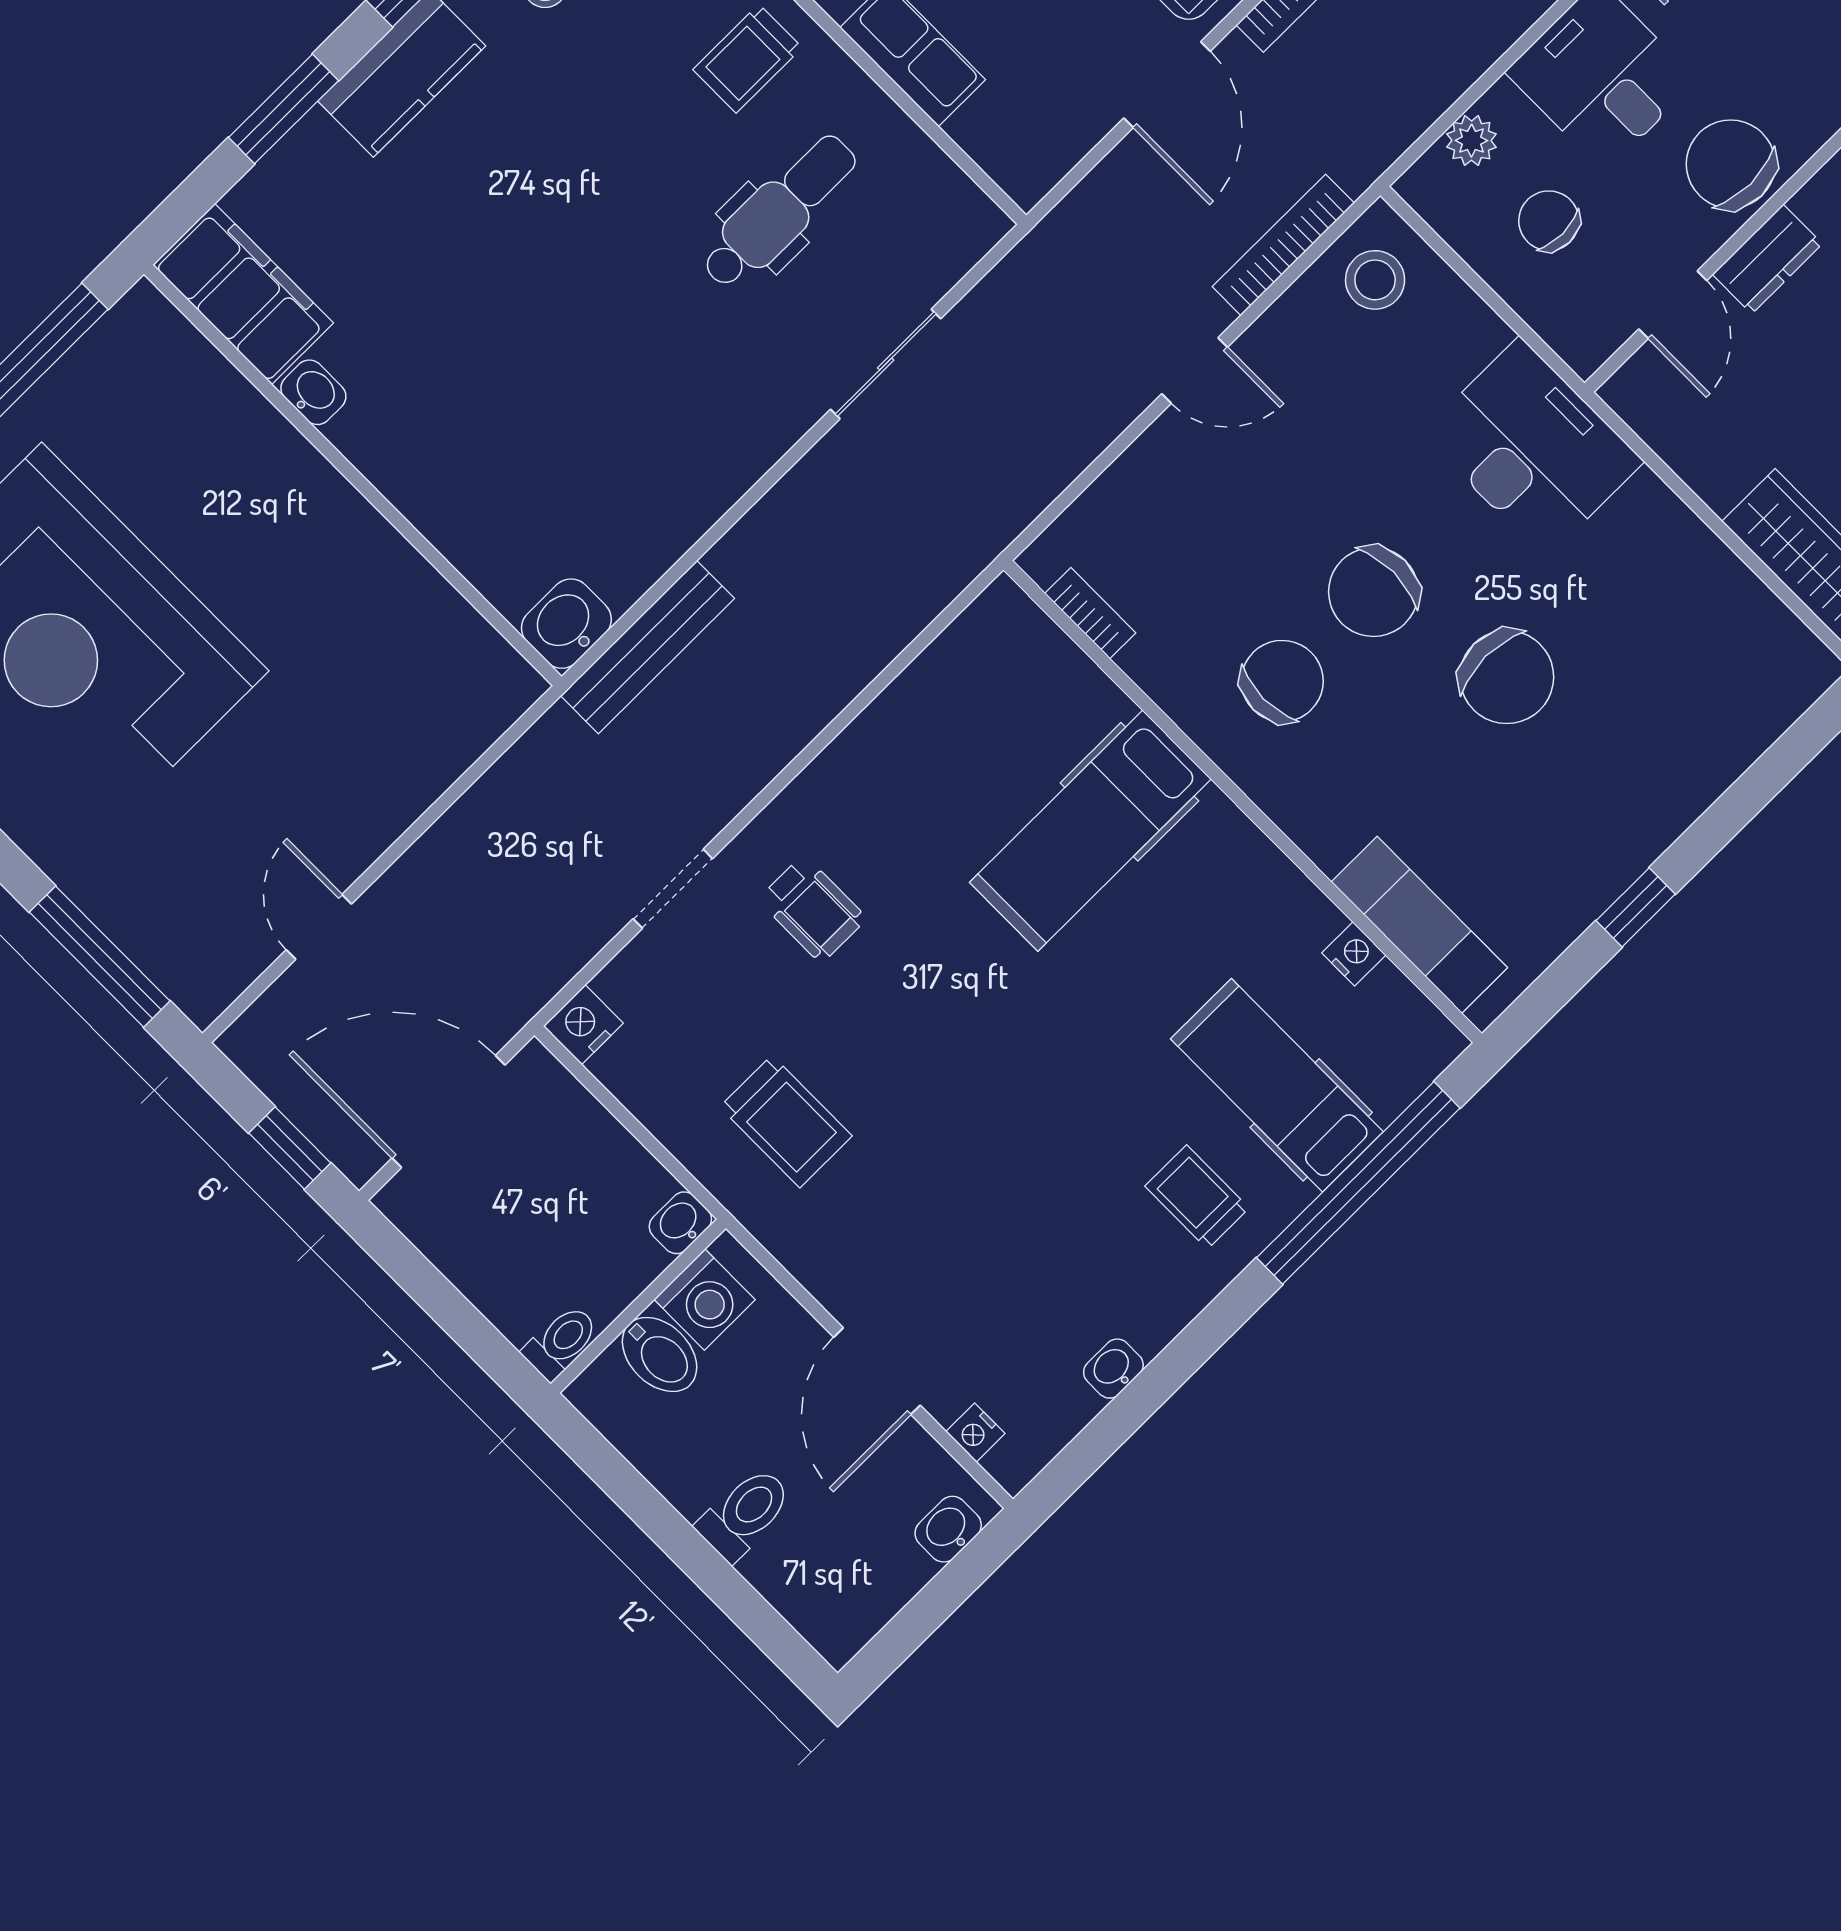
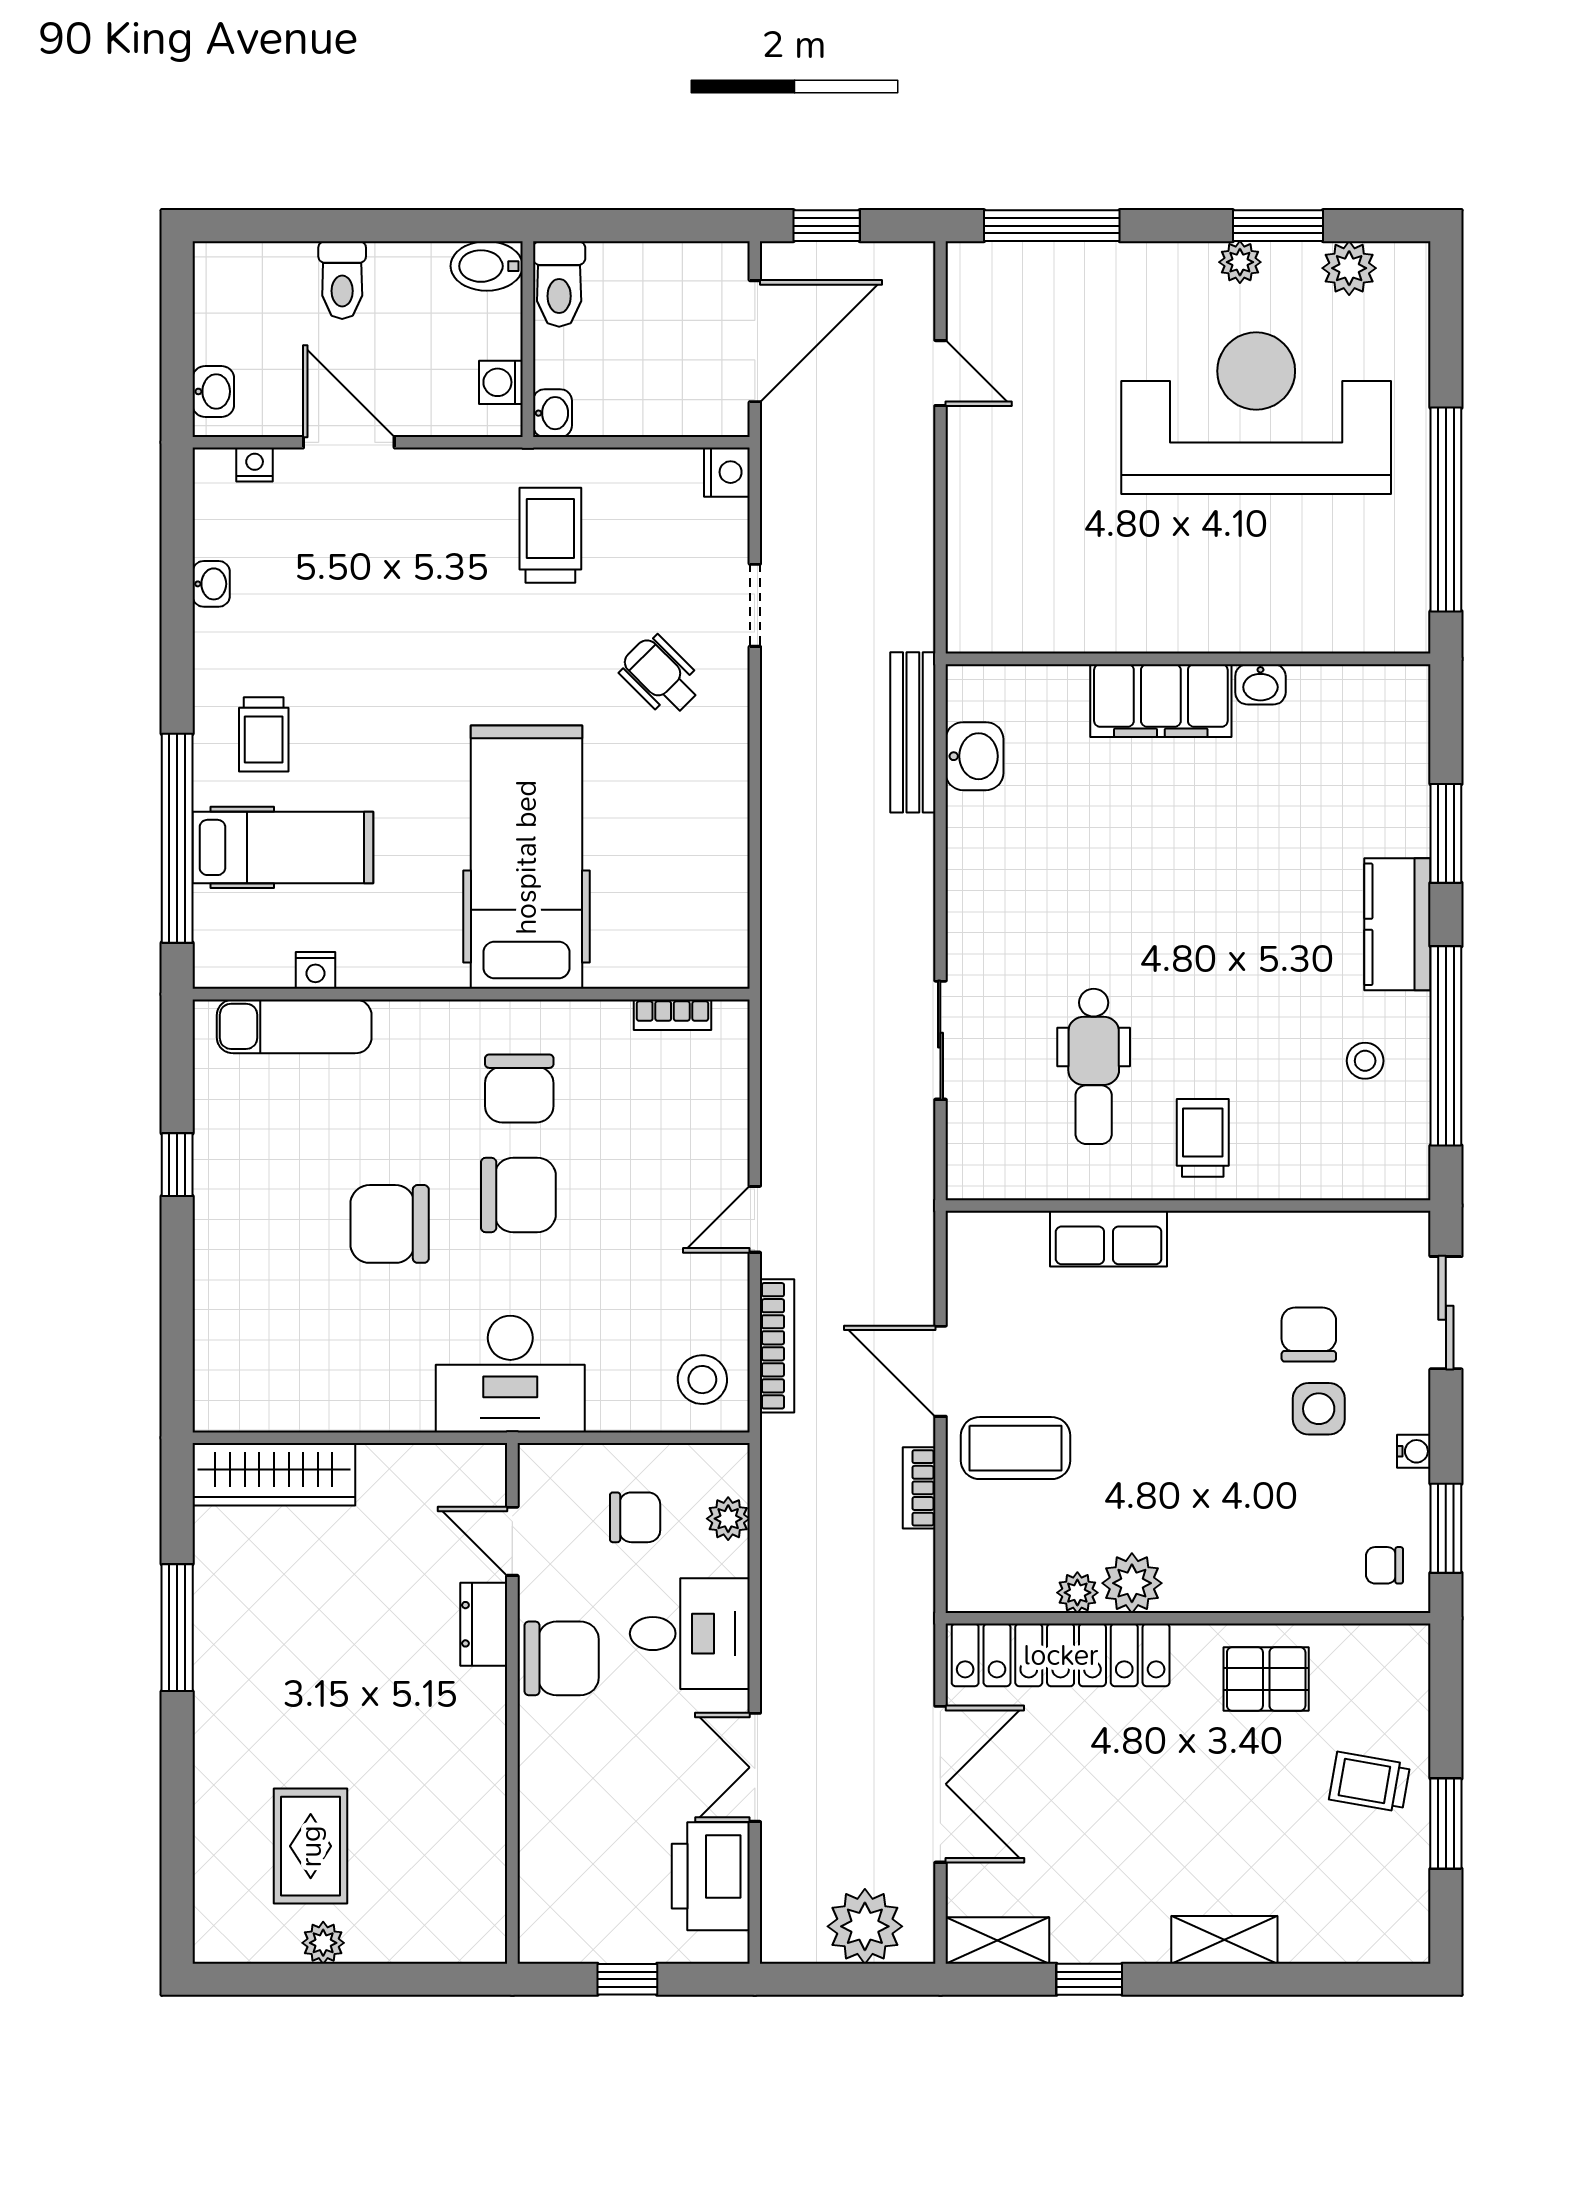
filing cabinet: (243, 294) -> (1161, 701), moved
chair: (1373, 592) -> (518, 1195), turned 90
washbasin: (566, 624) -> (974, 756), moved
hospital bed: (1090, 831) -> (526, 857), width x1.37, depth x1.29
wheelchair: (812, 909) -> (661, 676), turned 45
trolley: (786, 1121) -> (550, 535), turned 90
trolley: (1197, 1197) -> (264, 734), turned 90
washing machine: (705, 1299) -> (501, 382), width x0.73, depth x0.73
toilet: (561, 1342) -> (559, 284), width x1.37, depth x1.39
bidet: (660, 1354) -> (487, 266), moved

